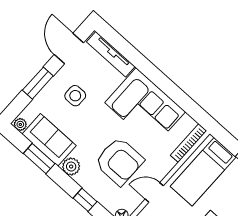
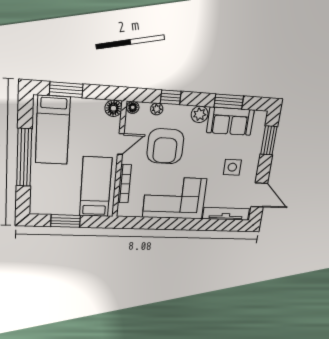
window: (38, 83) -> (269, 140), moved
plant: (20, 124) -> (157, 109), moved
bookcase: (189, 143) -> (124, 184), moved
armchair: (119, 161) -> (165, 146), turned -90

